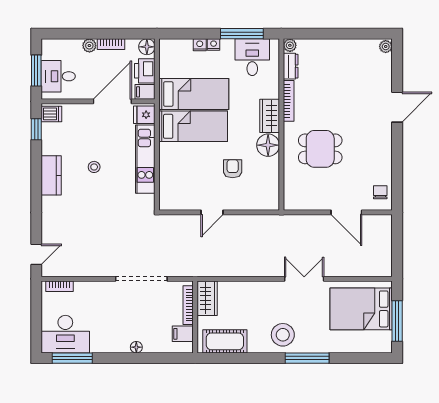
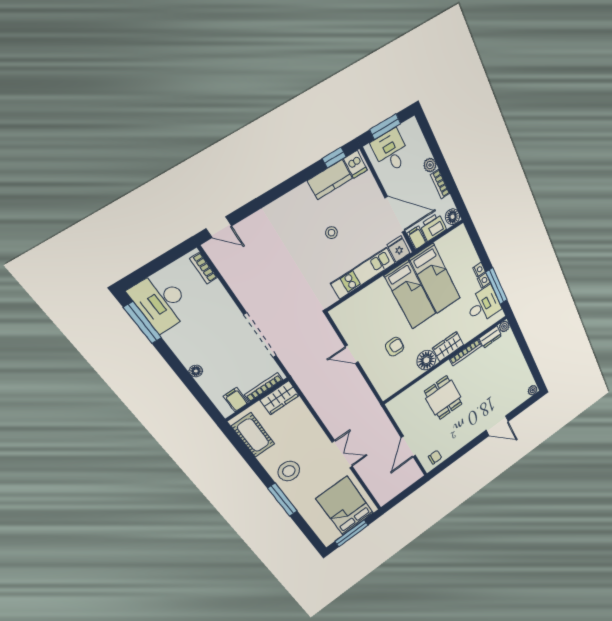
nightstand: (200, 45) -> (484, 280), moved
kitchen counter: (51, 175) -> (330, 180), moved

